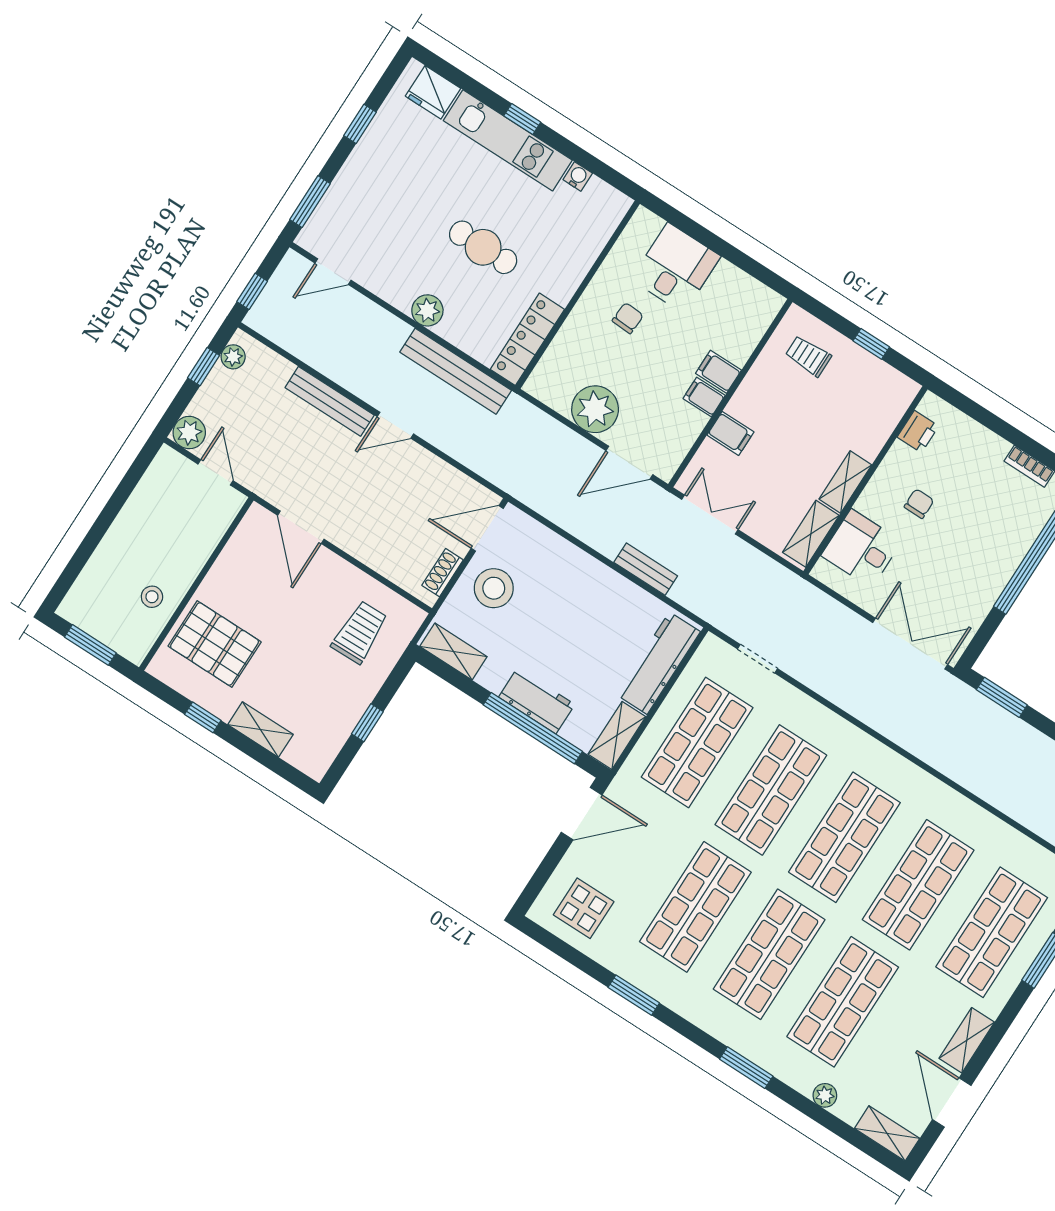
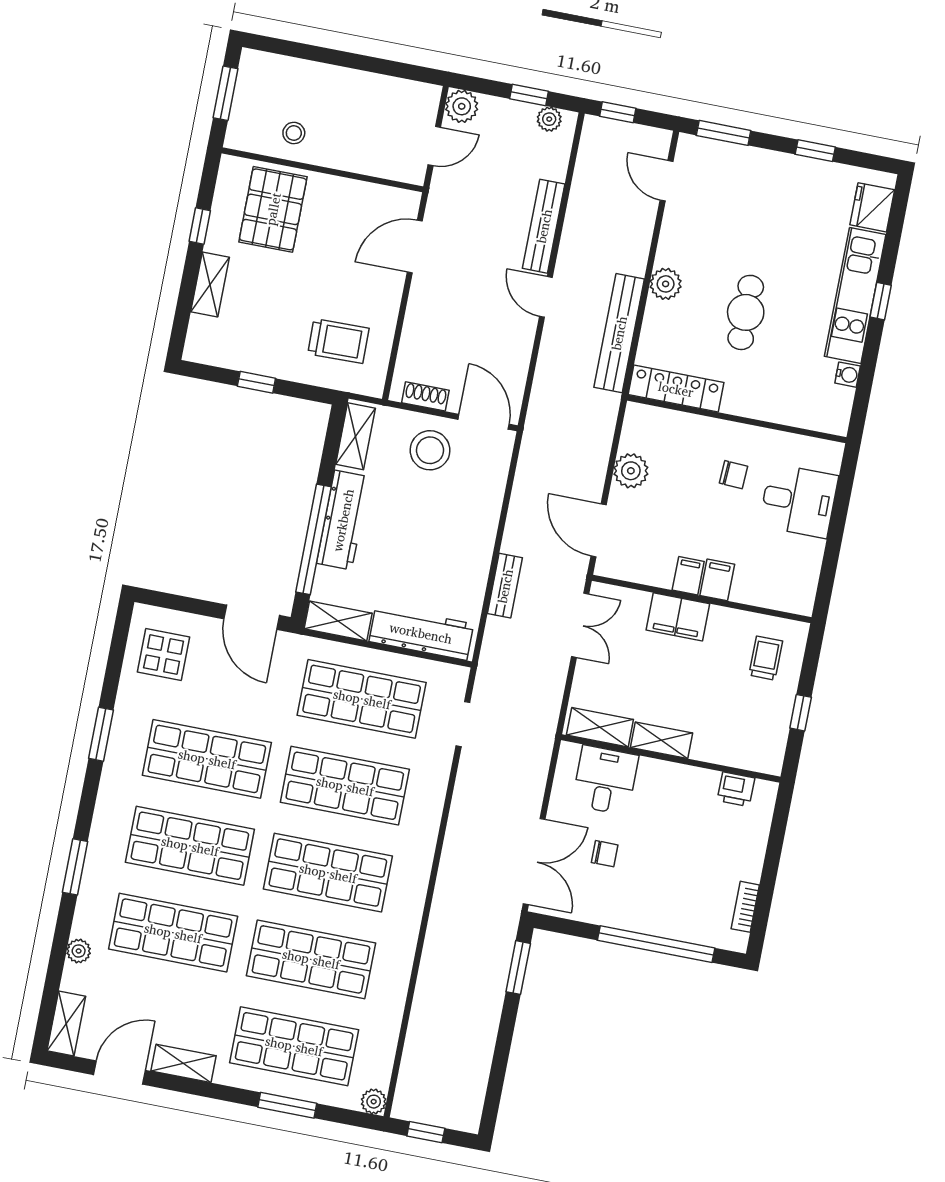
plant: (595, 409) -> (631, 471), width x0.73, depth x0.73
filing cabinet: (730, 433) -> (678, 617), width x2.00
chair: (919, 504) -> (605, 854), moved
workbench: (537, 701) -> (343, 520), width x1.37

